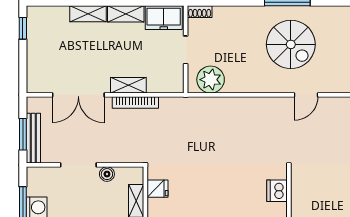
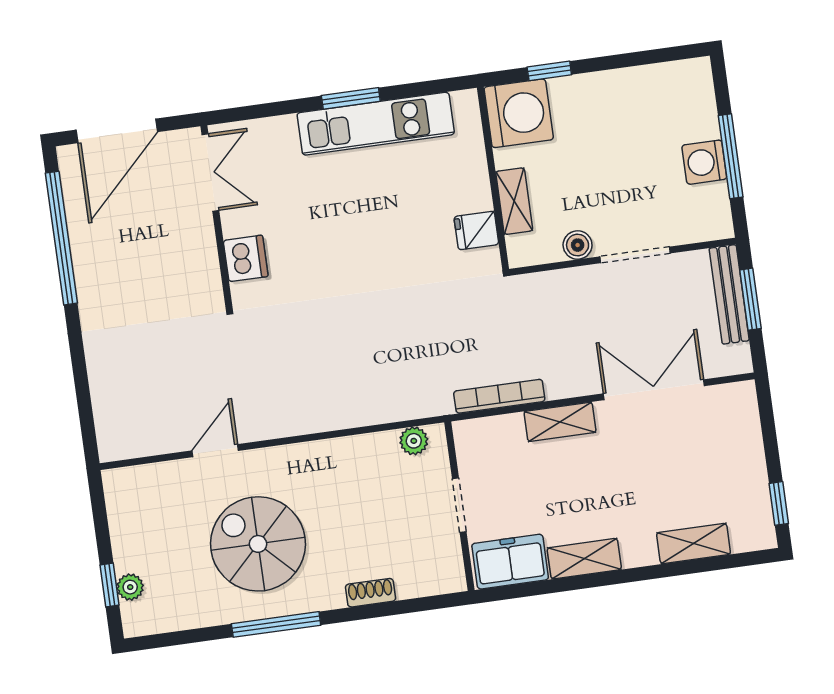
shoe rack: (200, 12) -> (370, 593), moved
shelving: (88, 14) -> (693, 544), moved
plant: (211, 80) -> (414, 441), width x0.53, depth x0.53
bookcase: (135, 103) -> (499, 396), moved

